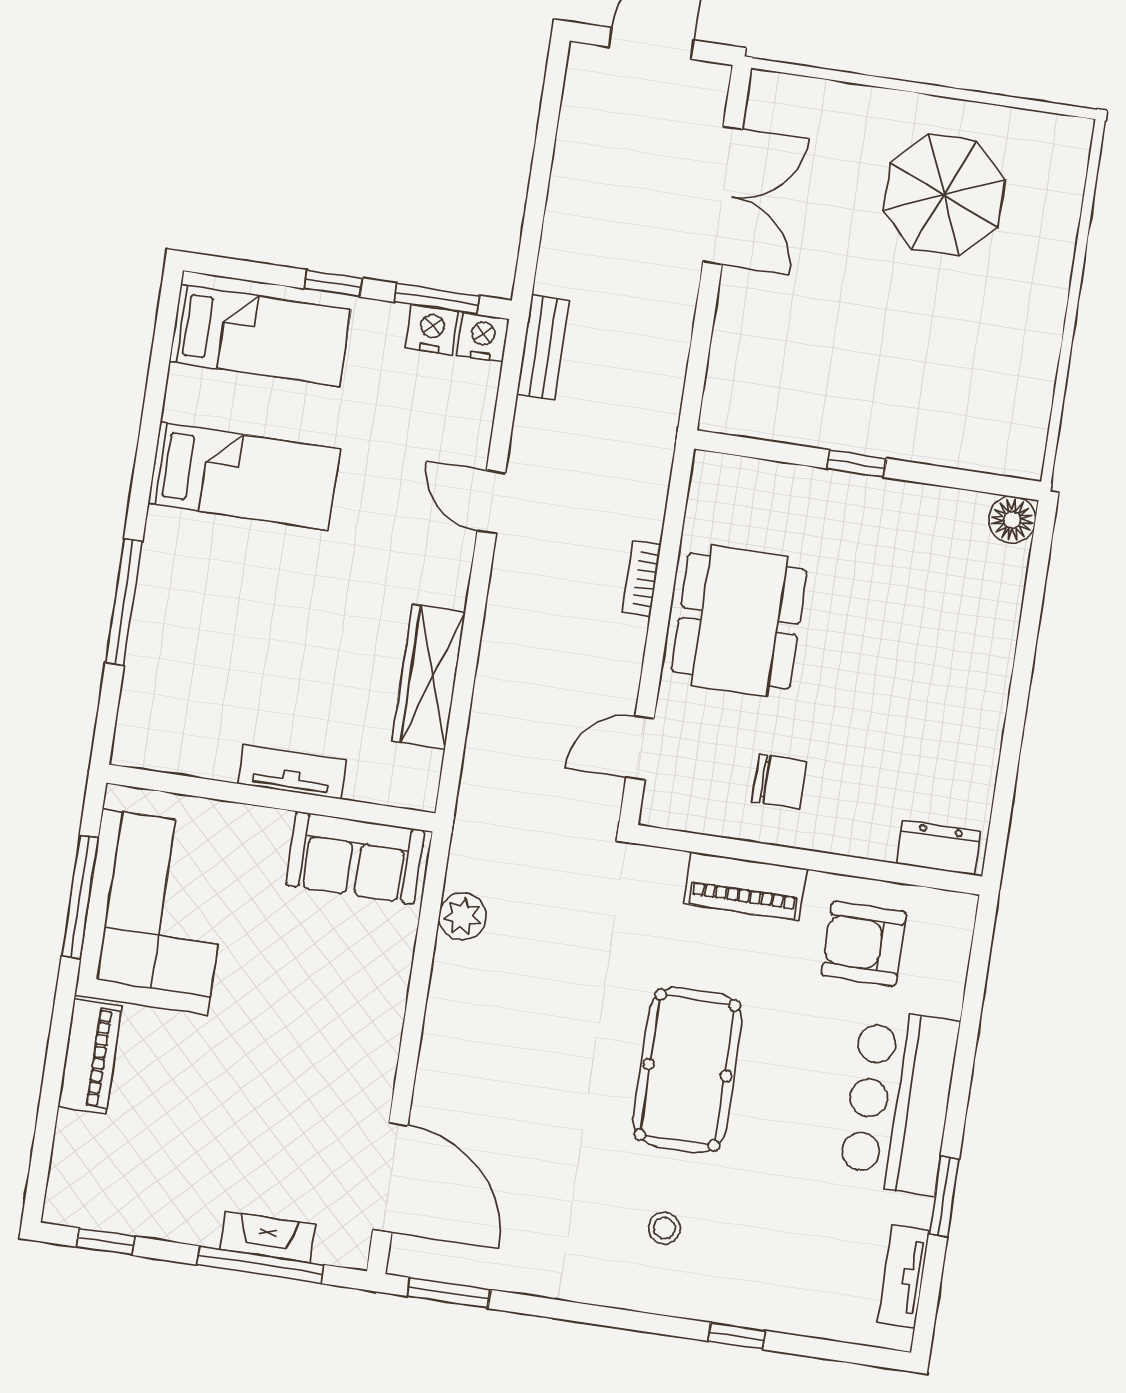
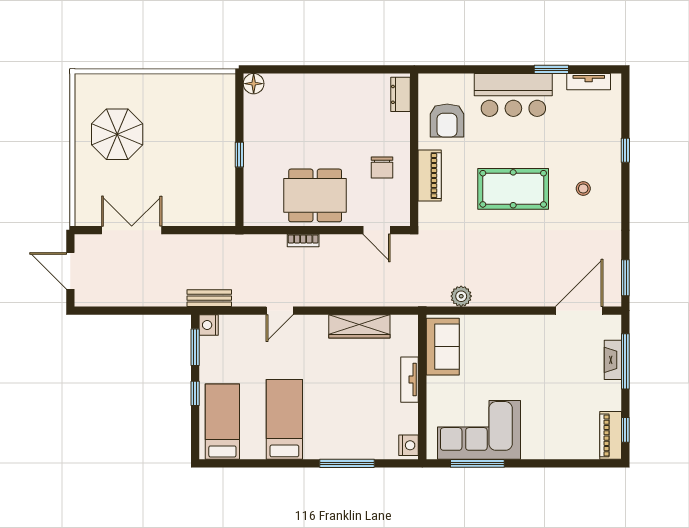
nightstand: (432, 330) -> (409, 445), moved, turned 180
chair: (779, 781) -> (382, 168), turned 180
piano: (90, 1056) -> (611, 435), moved, turned -90

